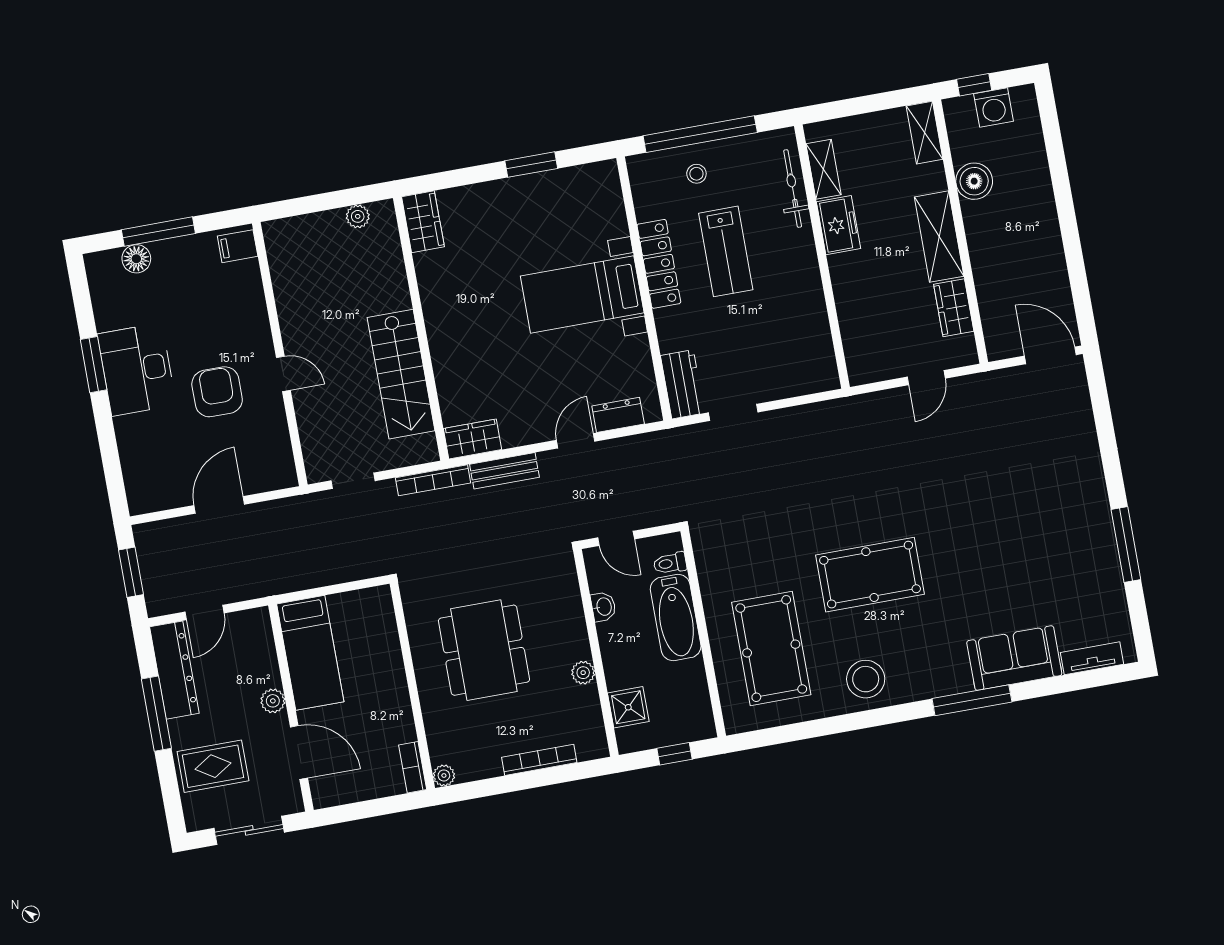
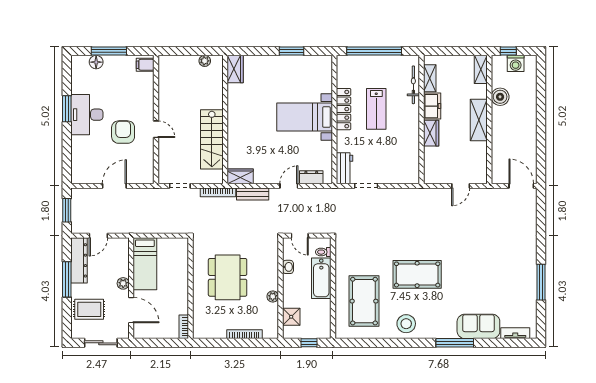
stool: (696, 174) -> (369, 70), removed
wardrobe: (954, 308) -> (431, 133), moved, turned 180
plant: (444, 775) -> (198, 333), removed

